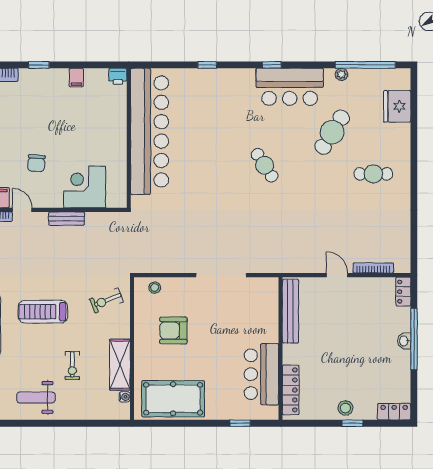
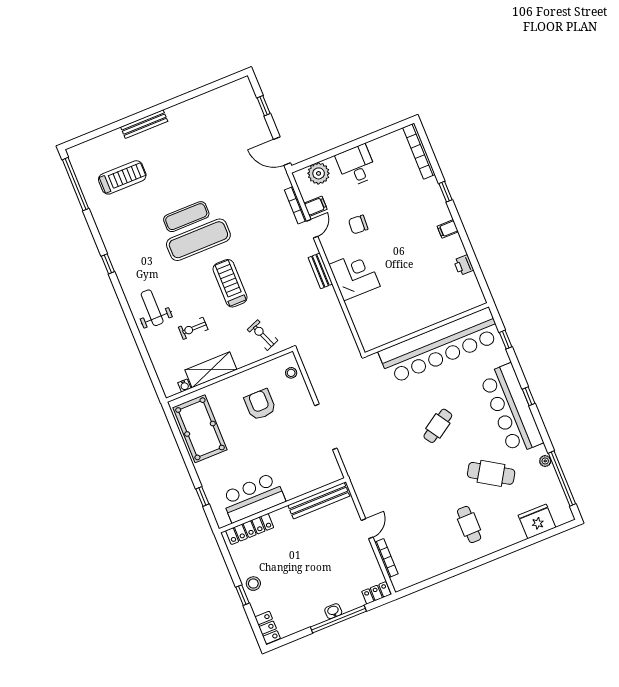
bar counter: (290, 87) -> (511, 409), width x1.36
bar counter: (150, 131) -> (440, 346), moved
wall: (129, 138) -> (427, 330), moved

